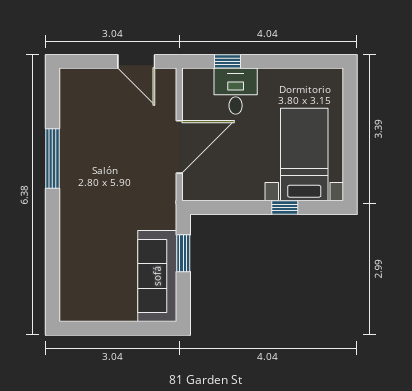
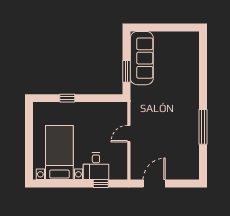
door: (136, 61) -> (154, 184), hinge flipped
door: (179, 147) -> (129, 134), width x0.53
bed with nightstands: (304, 155) -> (59, 153), moved, turned 180

